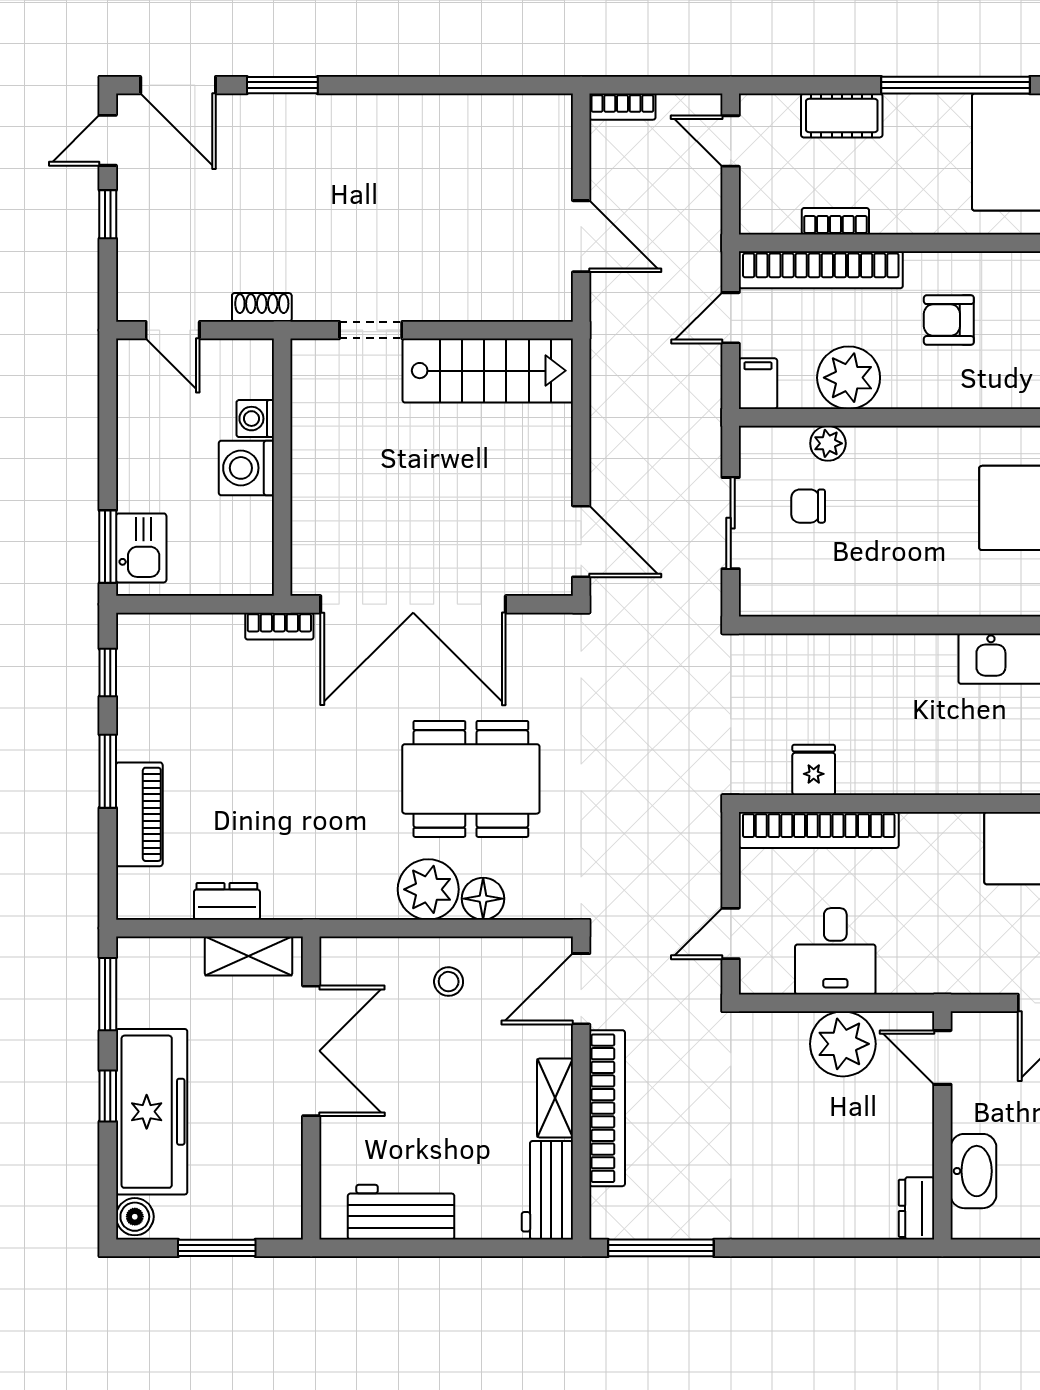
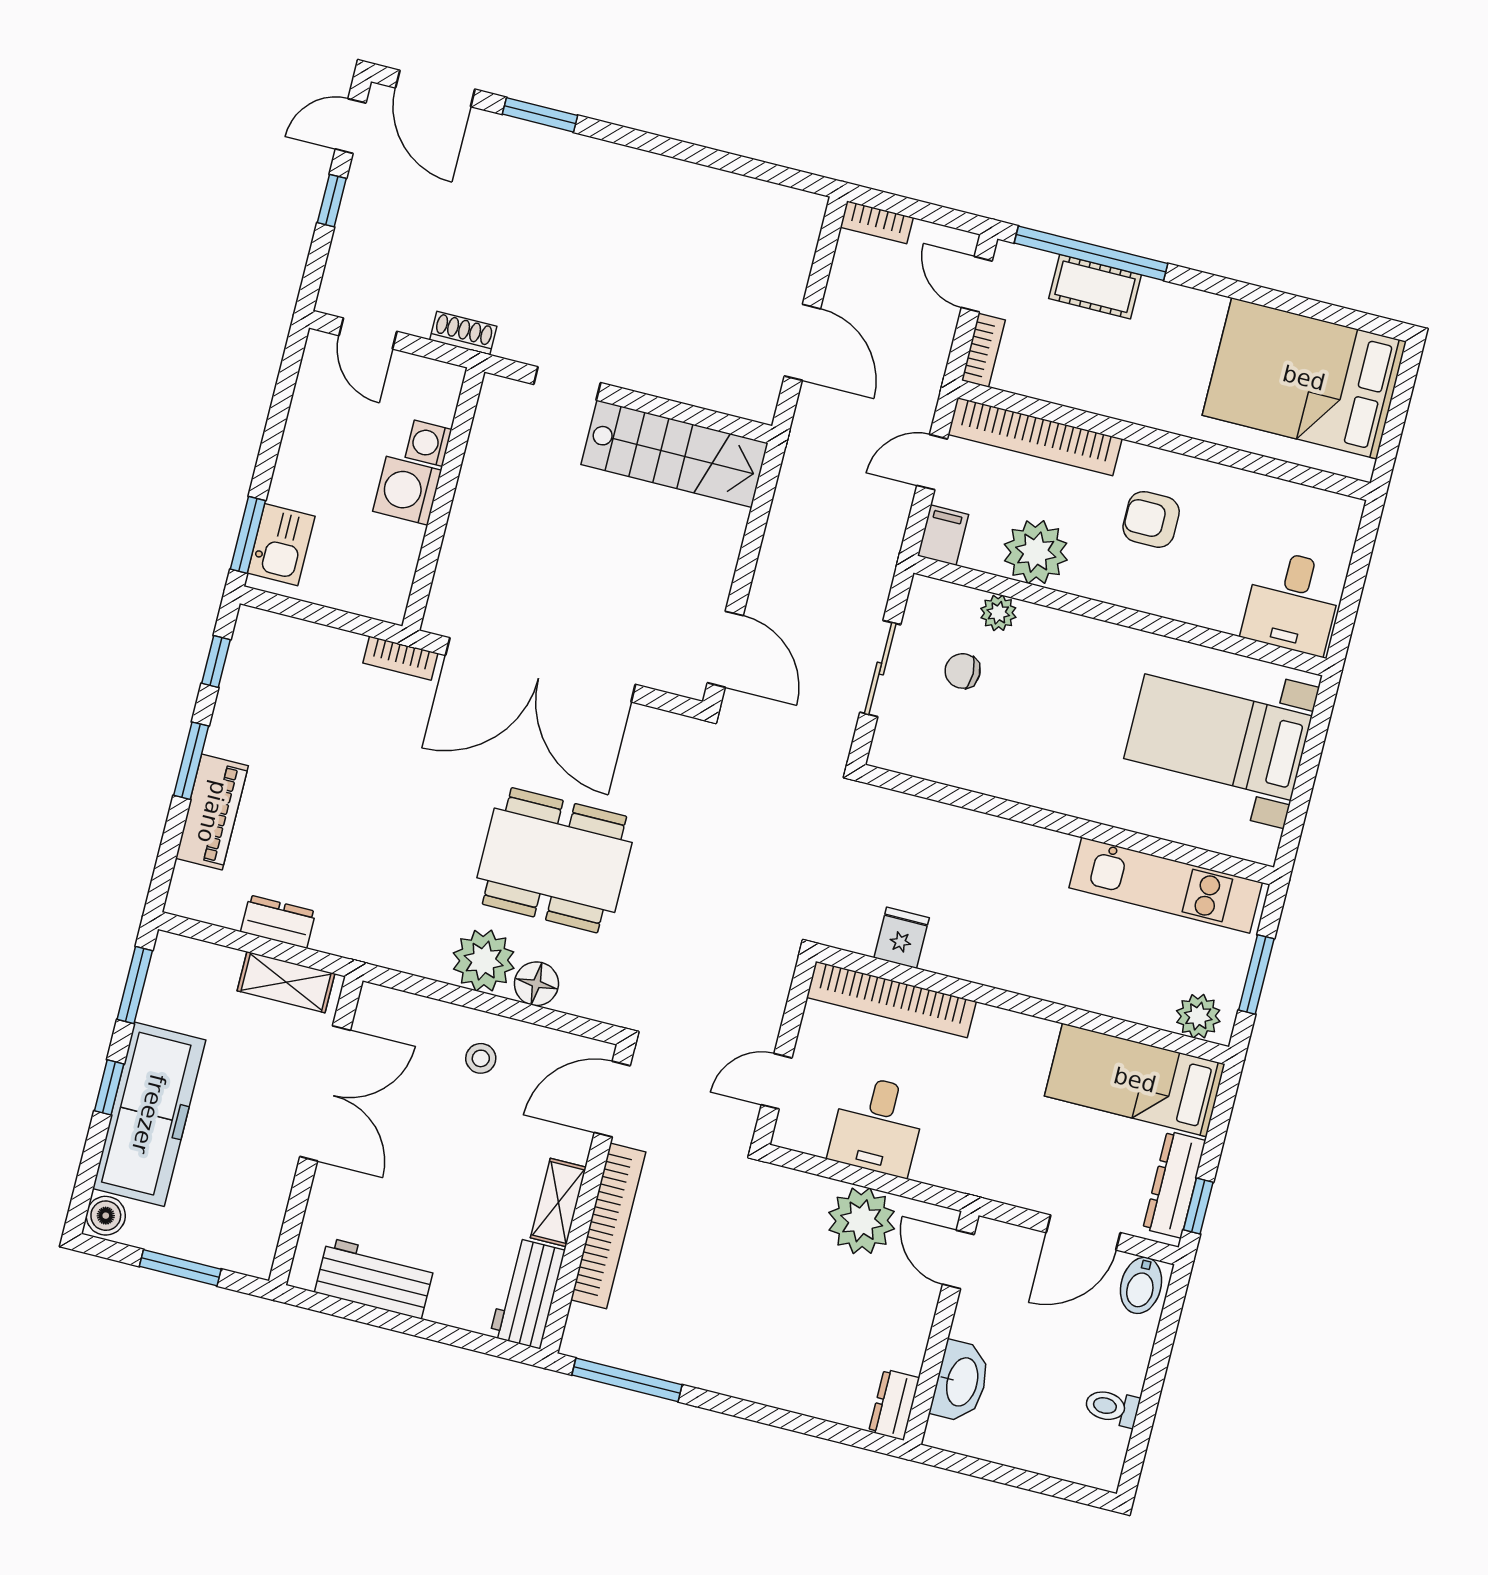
window: (956, 85) -> (1091, 253), moved
bookcase: (835, 221) -> (983, 350), moved, turned 90

